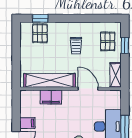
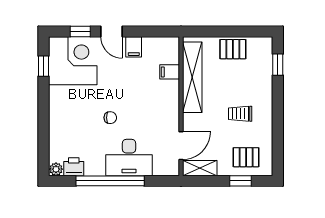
pallet: (40, 33) -> (233, 49), moved
door: (88, 89) -> (181, 146), moved
filing cabinet: (51, 97) -> (170, 72), width x0.50

